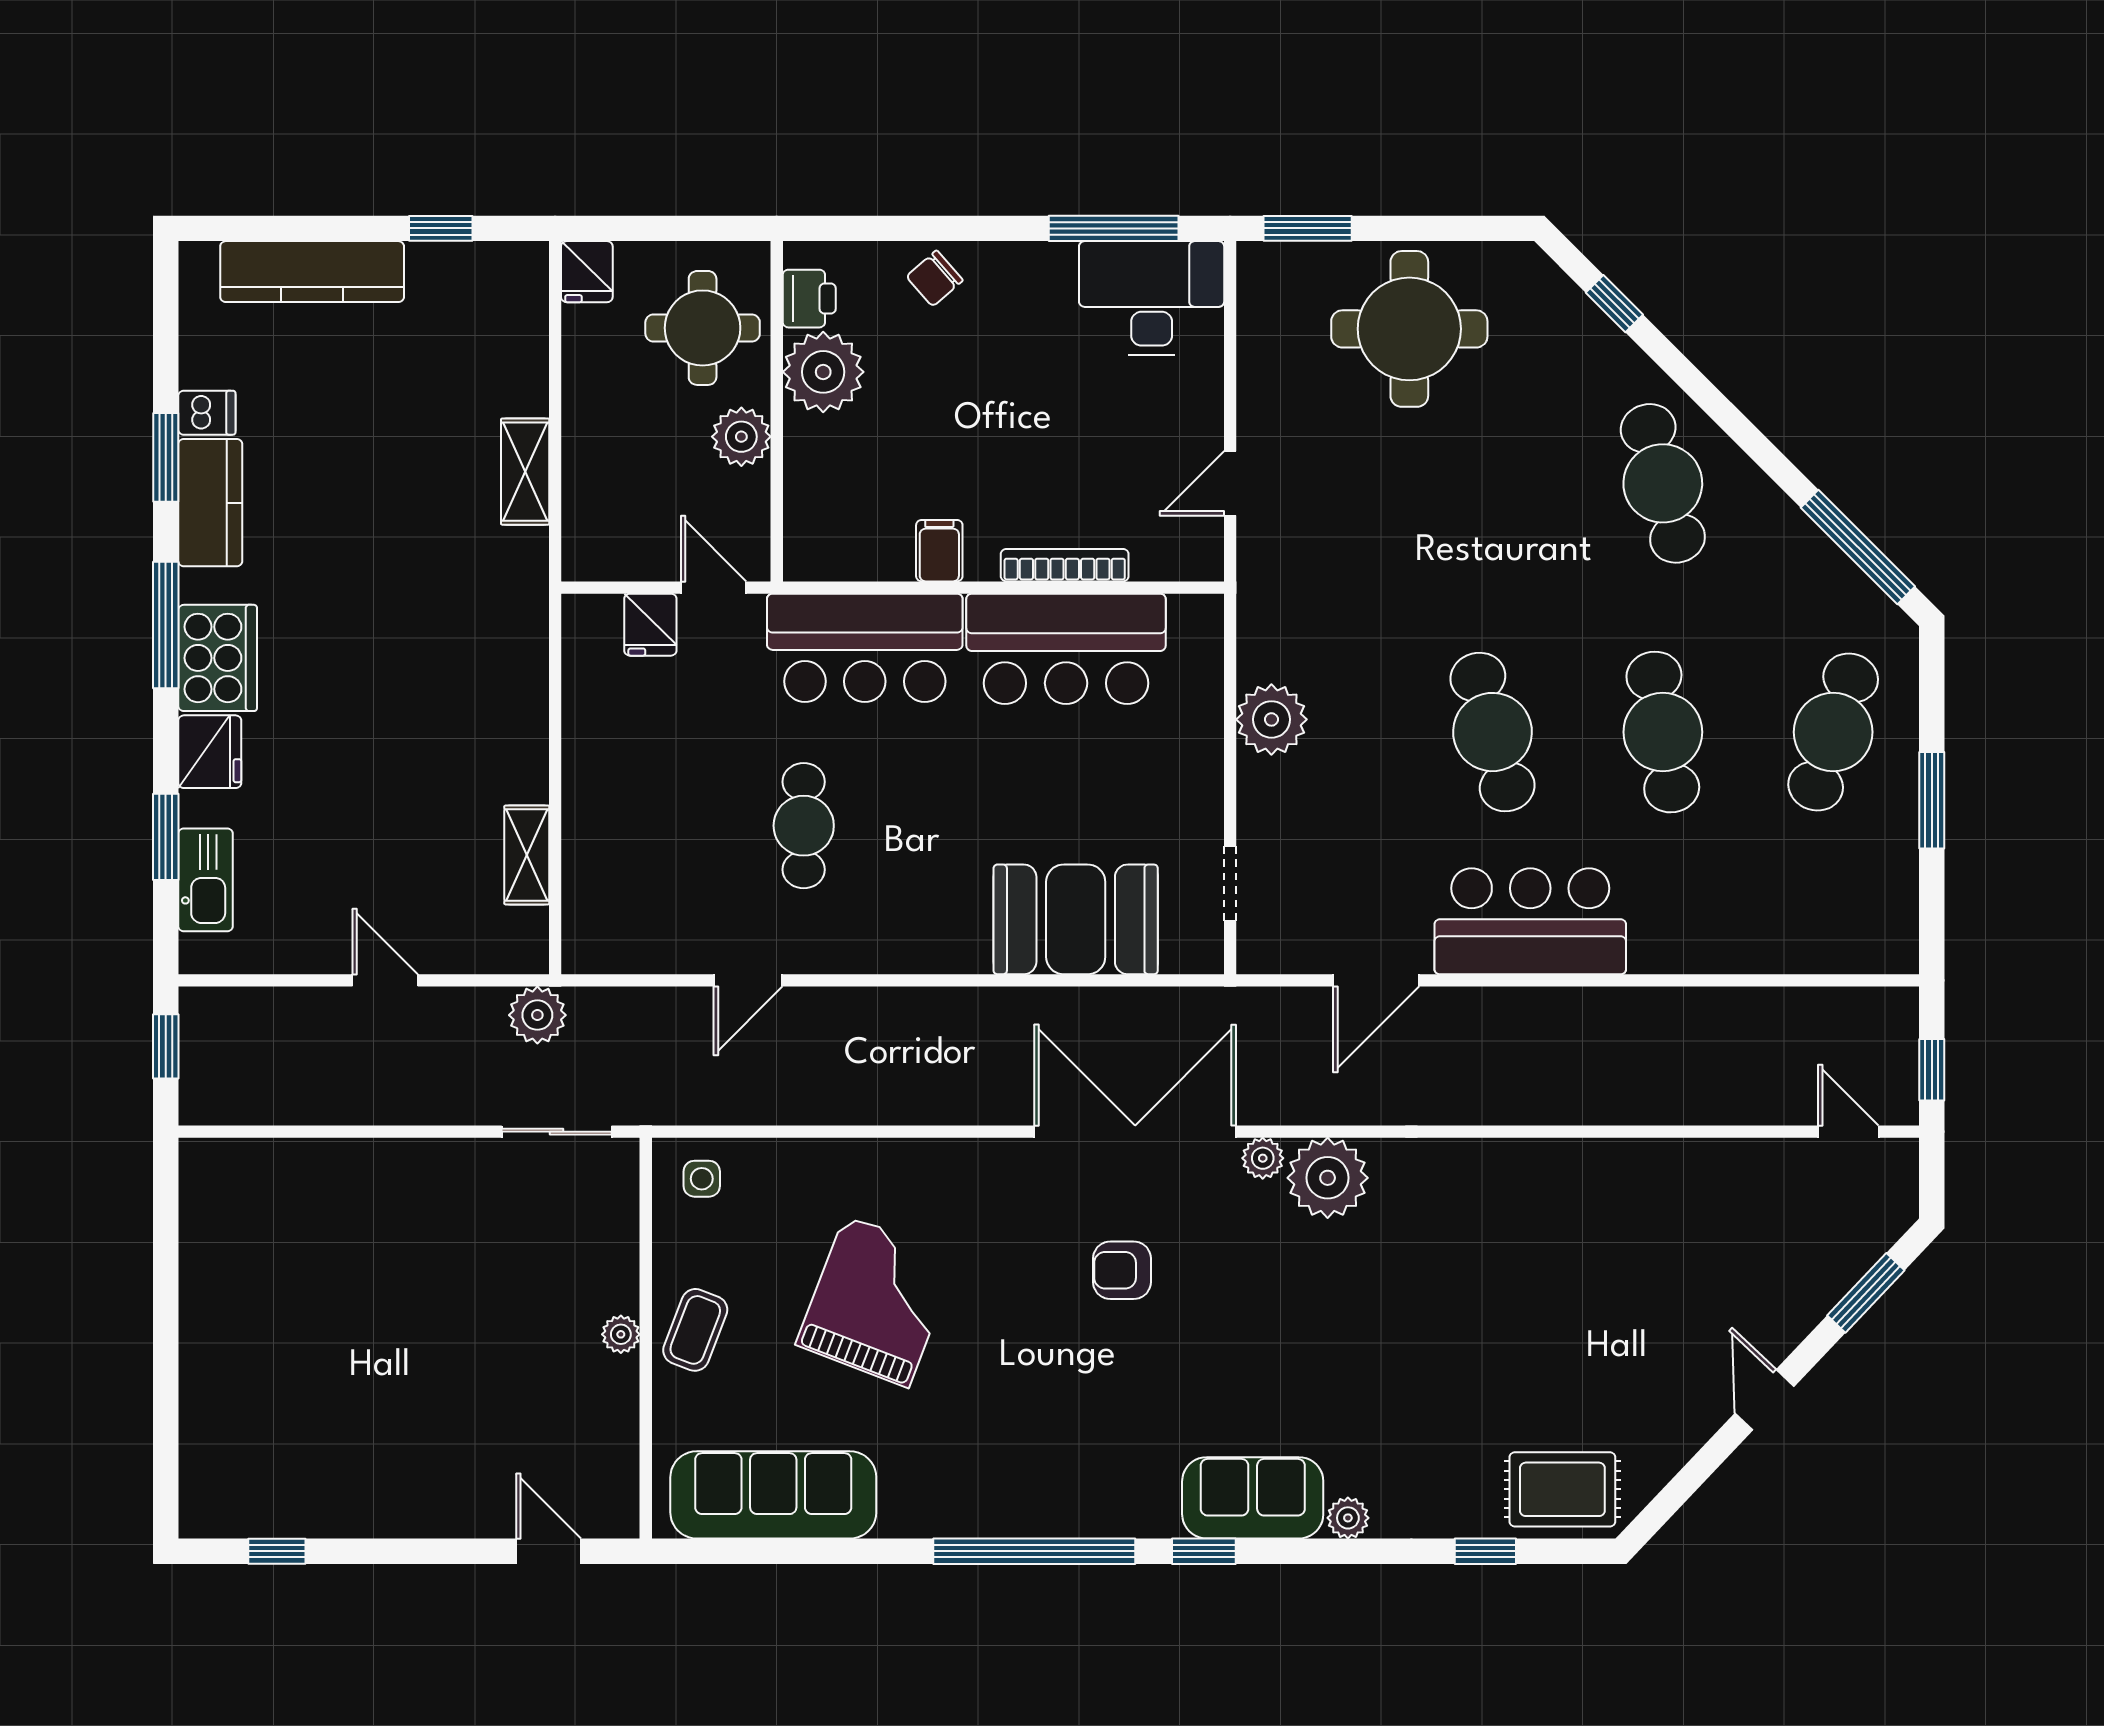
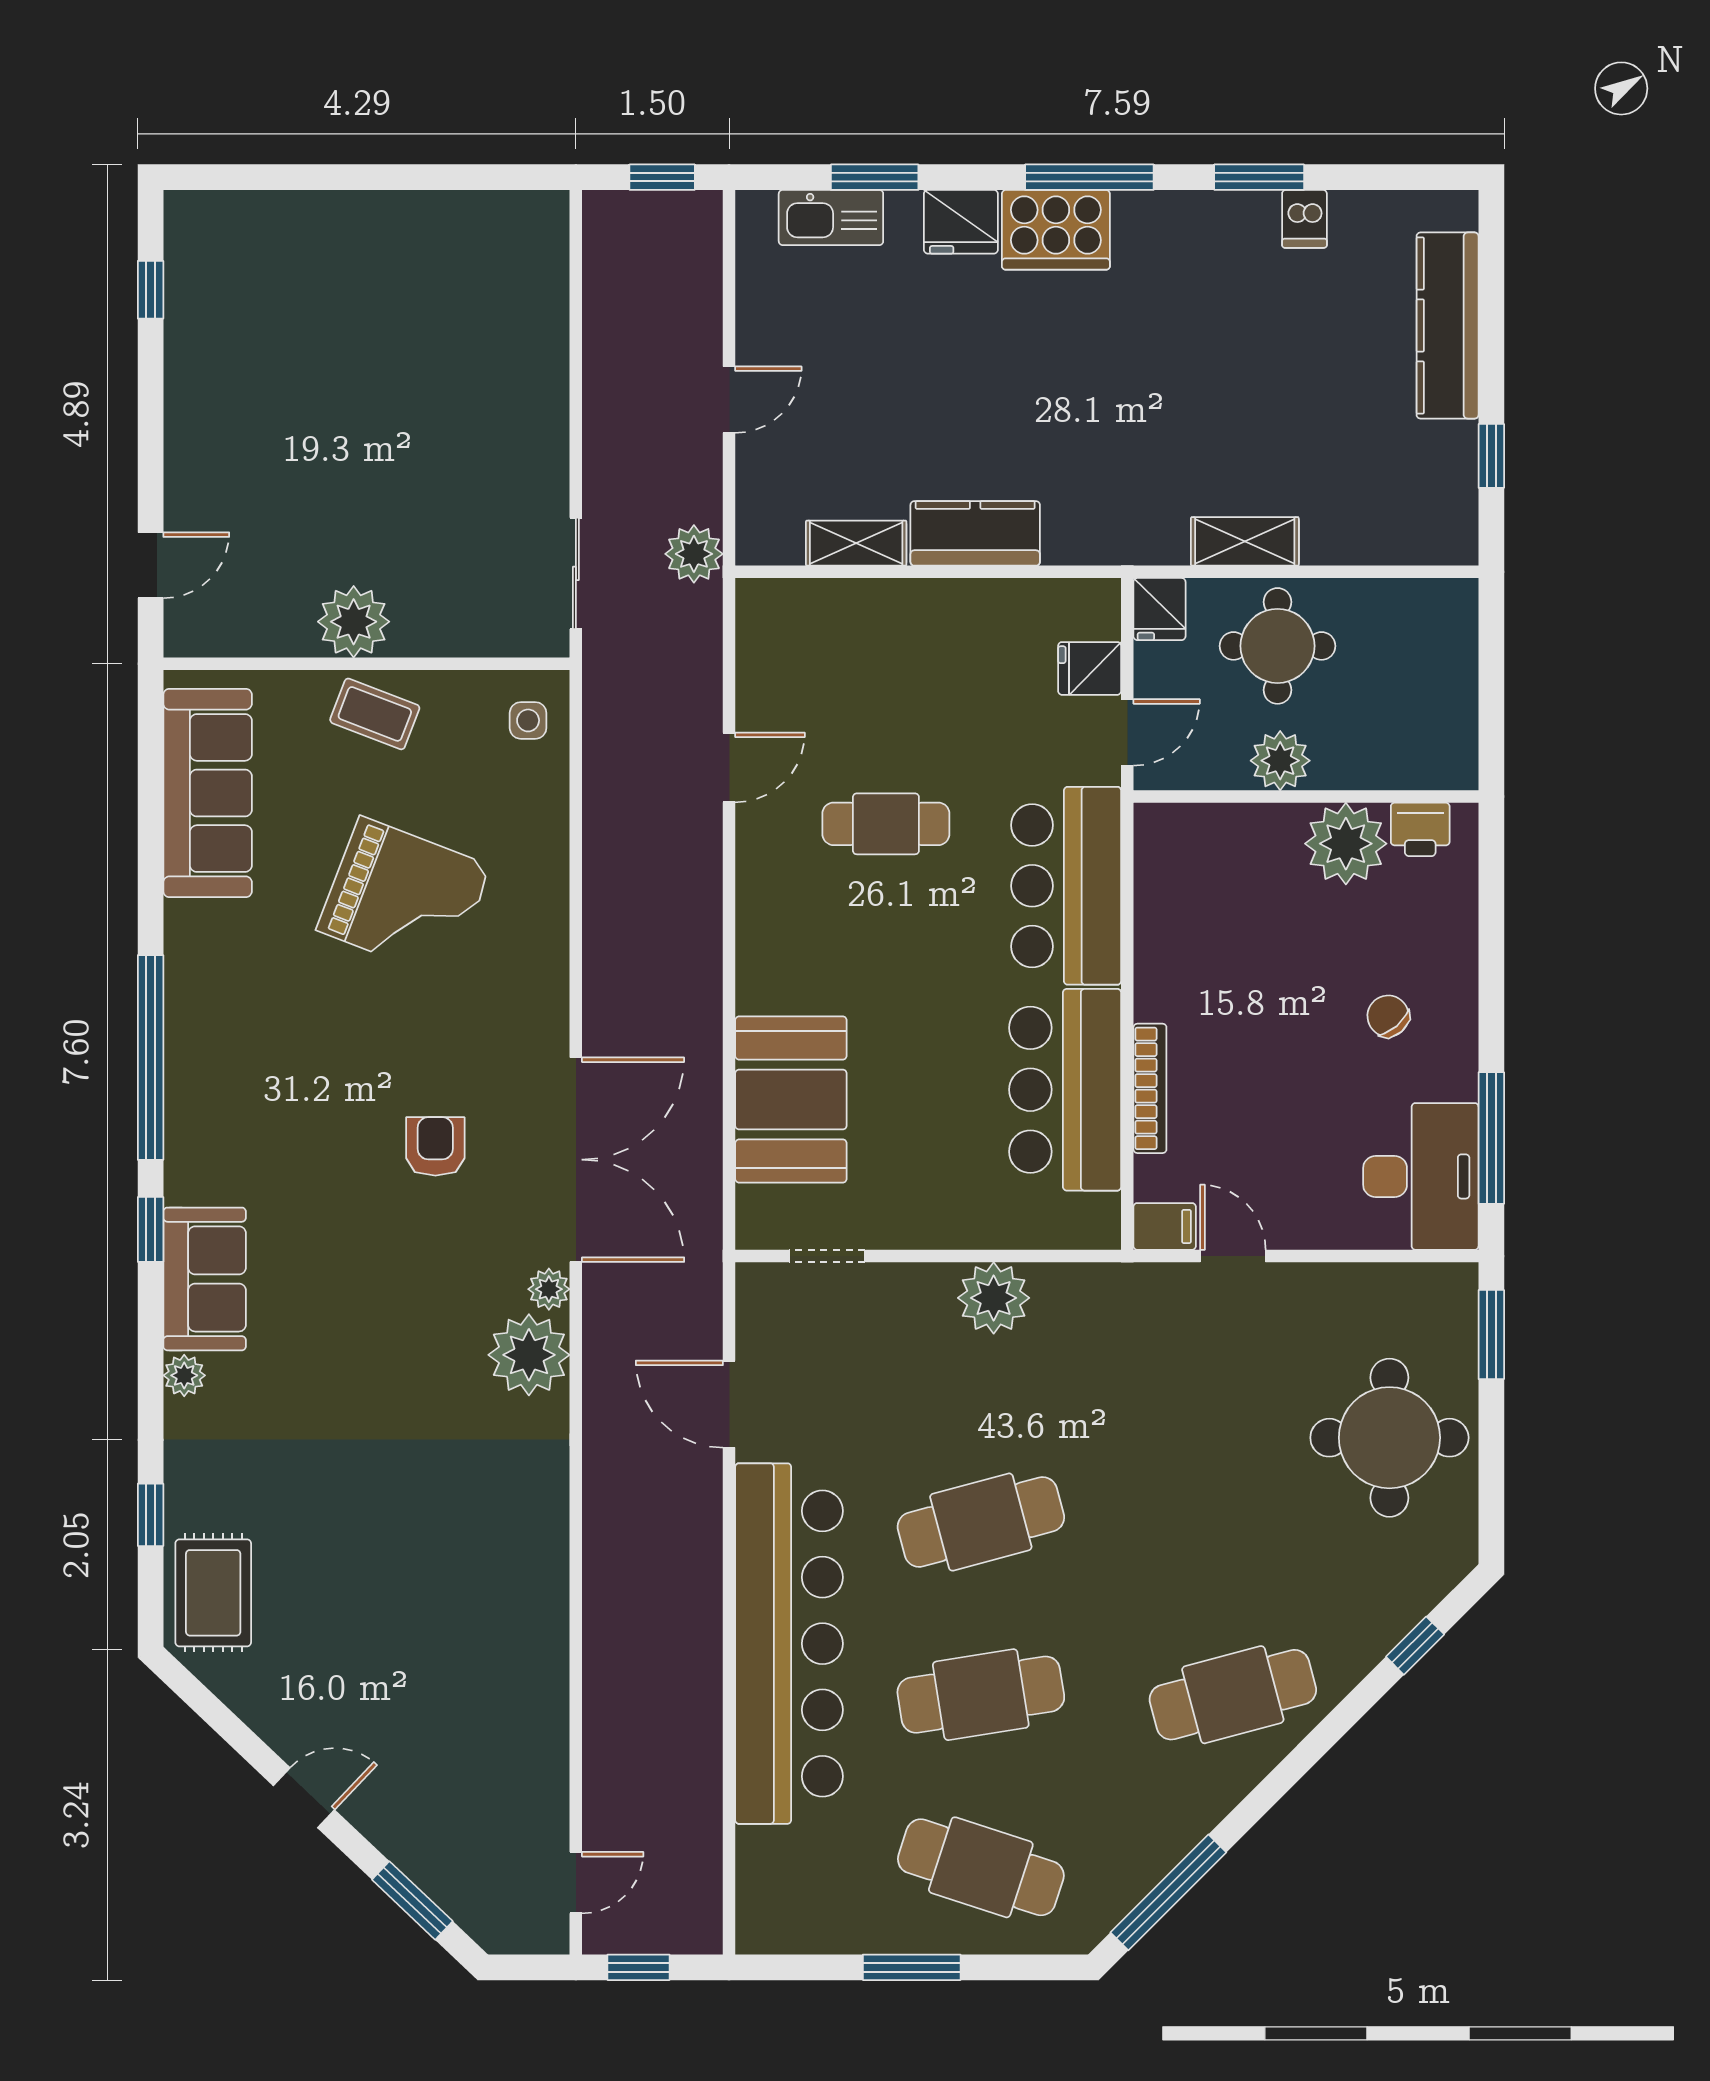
fridge: (587, 272) -> (1159, 609), moved, turned -90
chair: (935, 278) -> (1388, 1016), moved
round table: (703, 328) -> (1277, 646), moved
kitchen counter: (210, 503) -> (975, 533), moved, turned 180
filing cabinet: (939, 551) -> (1165, 1226), moved
bar counter: (1530, 921) -> (789, 1644), width x1.86
door: (748, 980) -> (729, 767), swing flipped
plant: (621, 1334) -> (354, 622), width x1.87, depth x1.87

